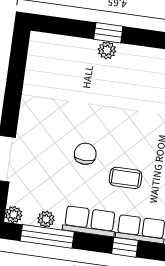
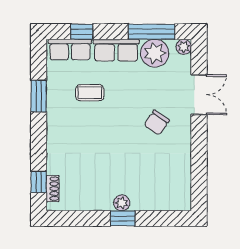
chair: (85, 154) -> (157, 123), moved, turned 35
plant: (46, 219) -> (155, 53), width x1.88, depth x1.88

